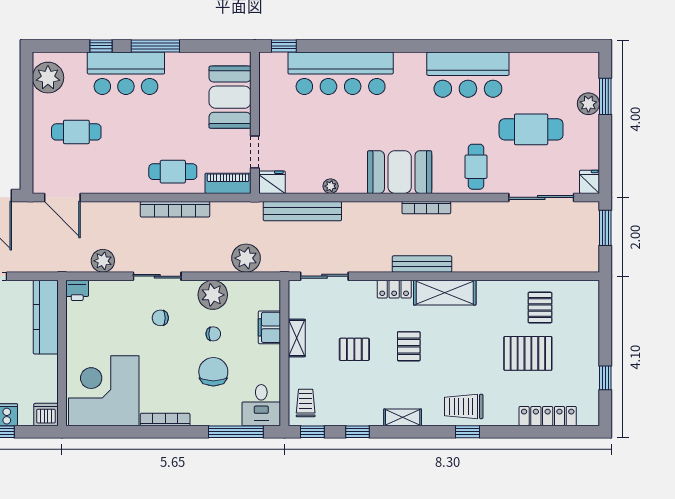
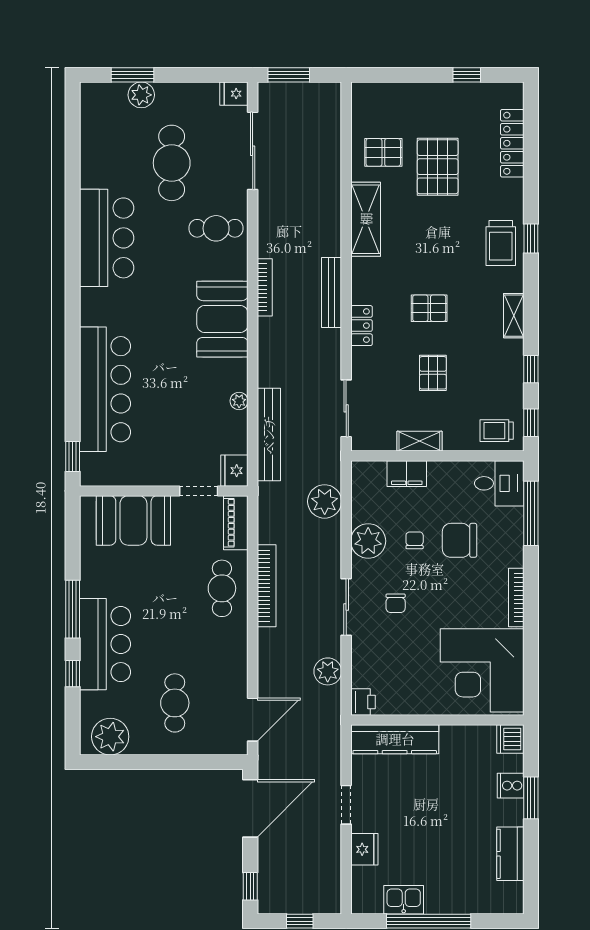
shelving: (445, 293) -> (366, 219), moved

